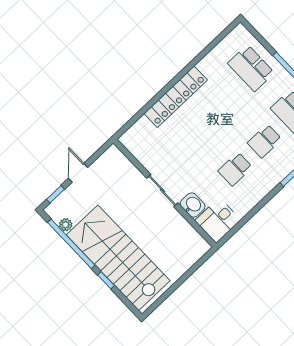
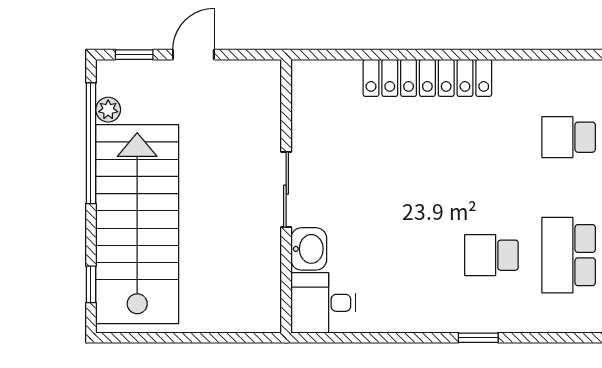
school desk: (251, 68) -> (569, 137), width x0.54
school desk: (235, 169) -> (414, 255), removed
window: (106, 280) -> (91, 284), moved

